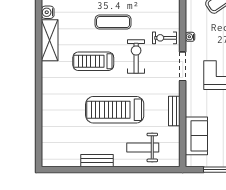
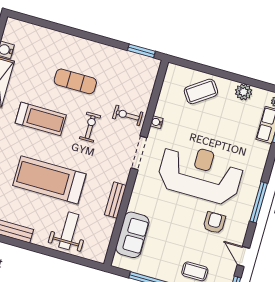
exercise bike: (136, 56) -> (90, 127), width x0.73, depth x0.72
treadmill: (93, 61) -> (41, 119), turned 180
weight bench: (143, 147) -> (69, 231), turned 90

